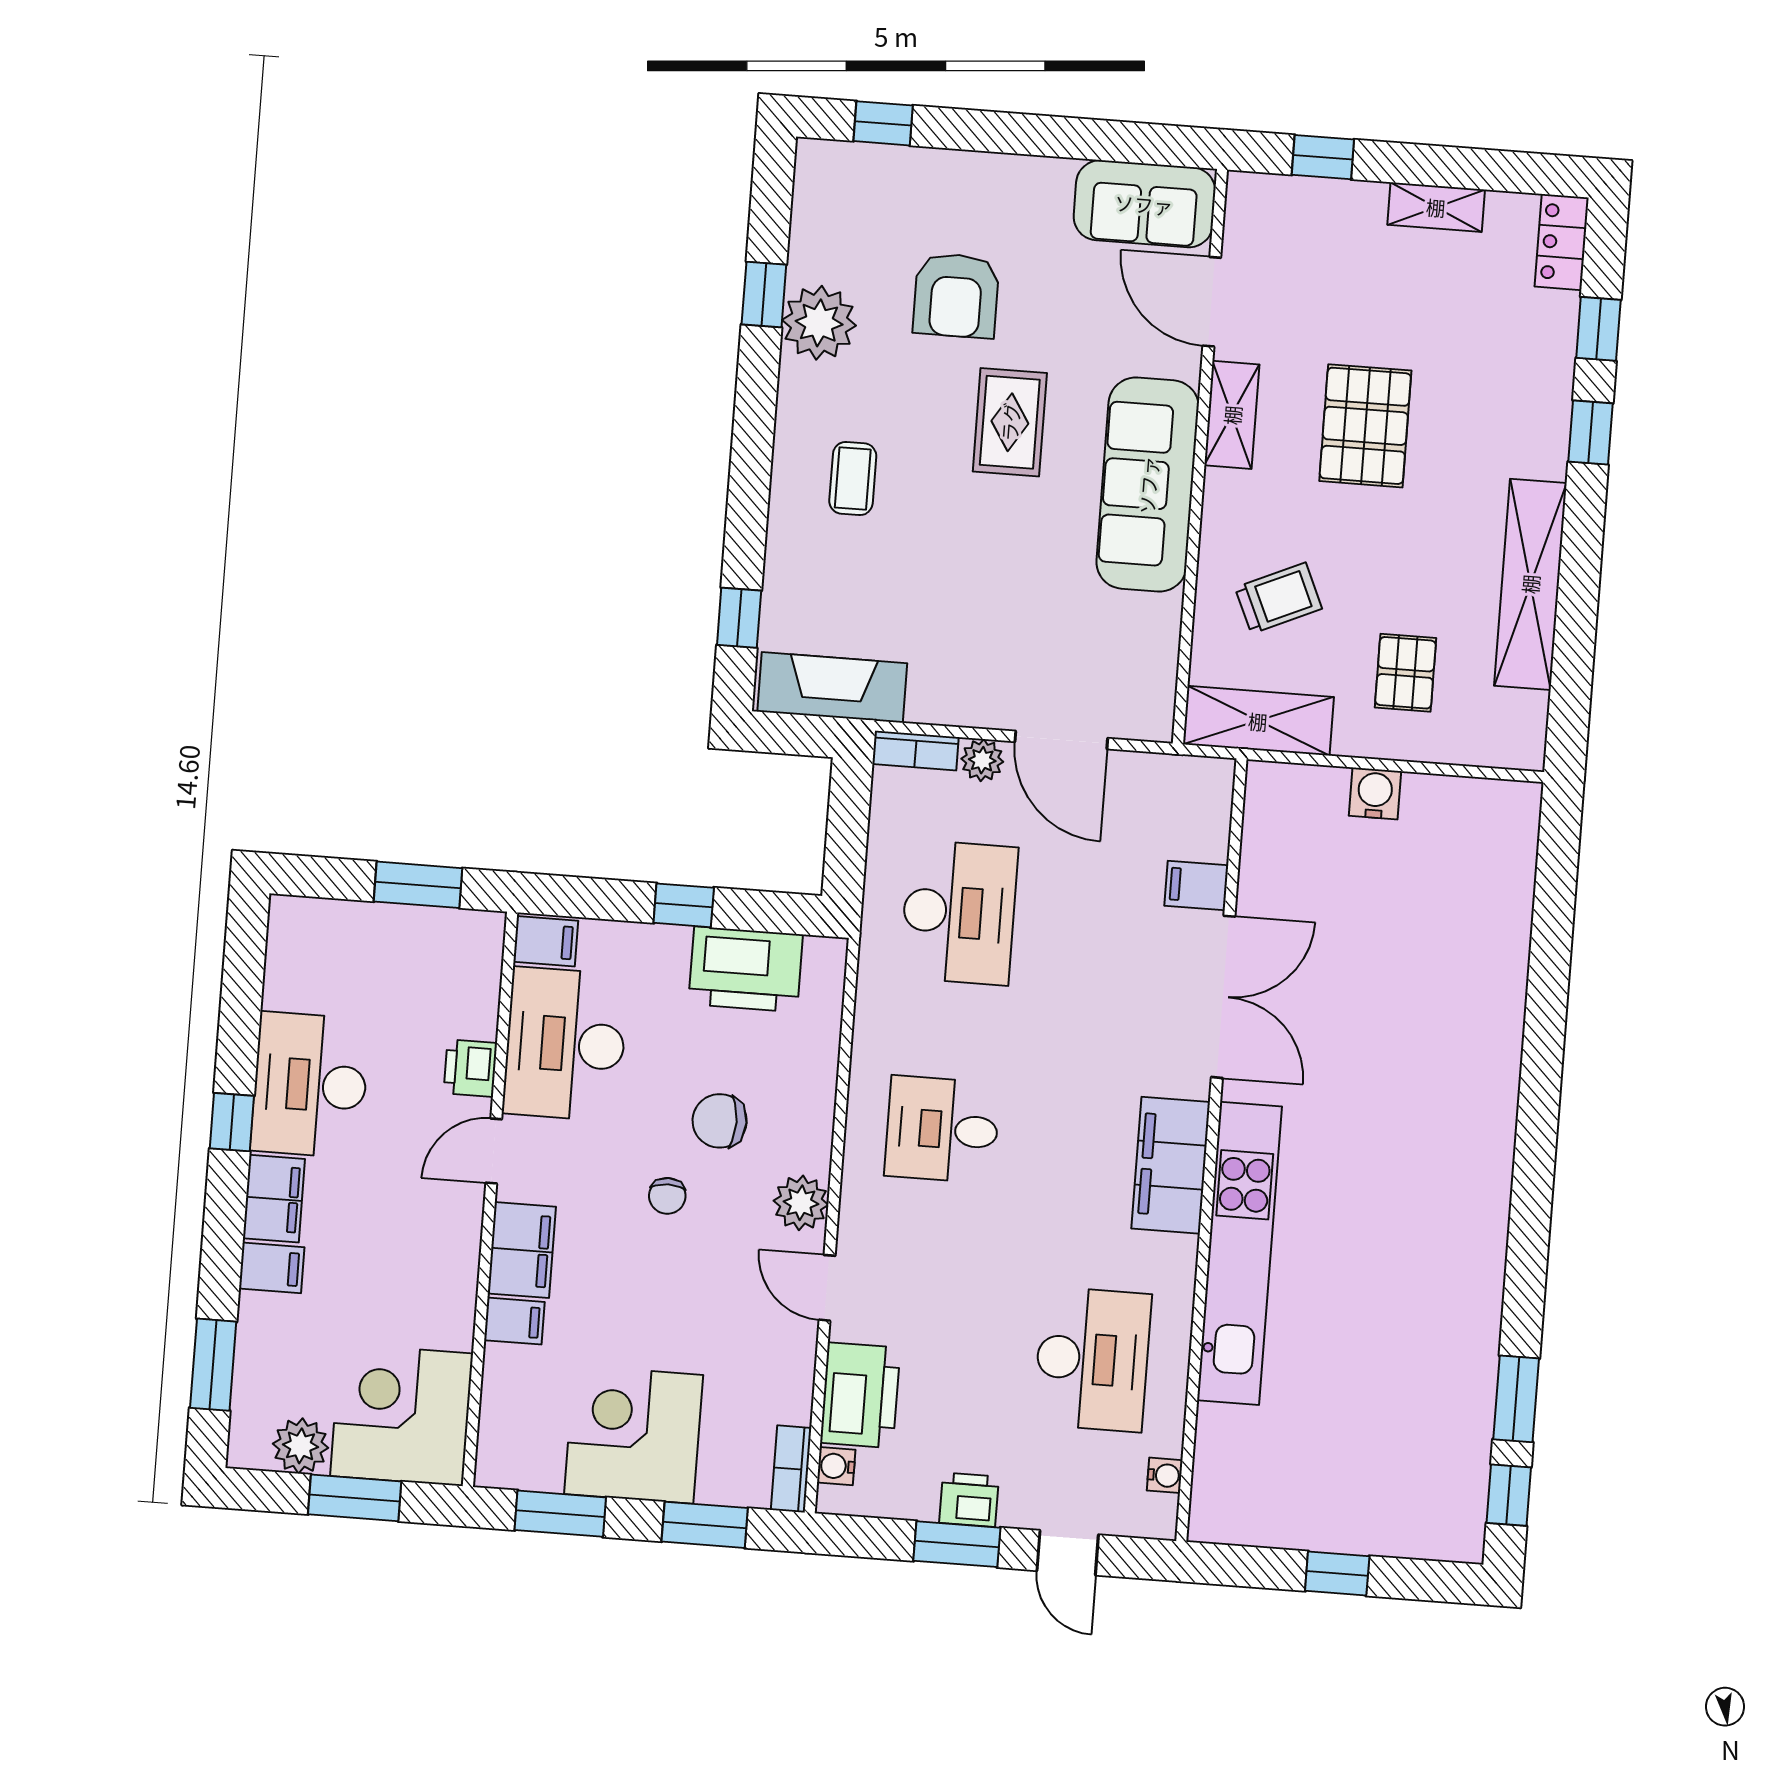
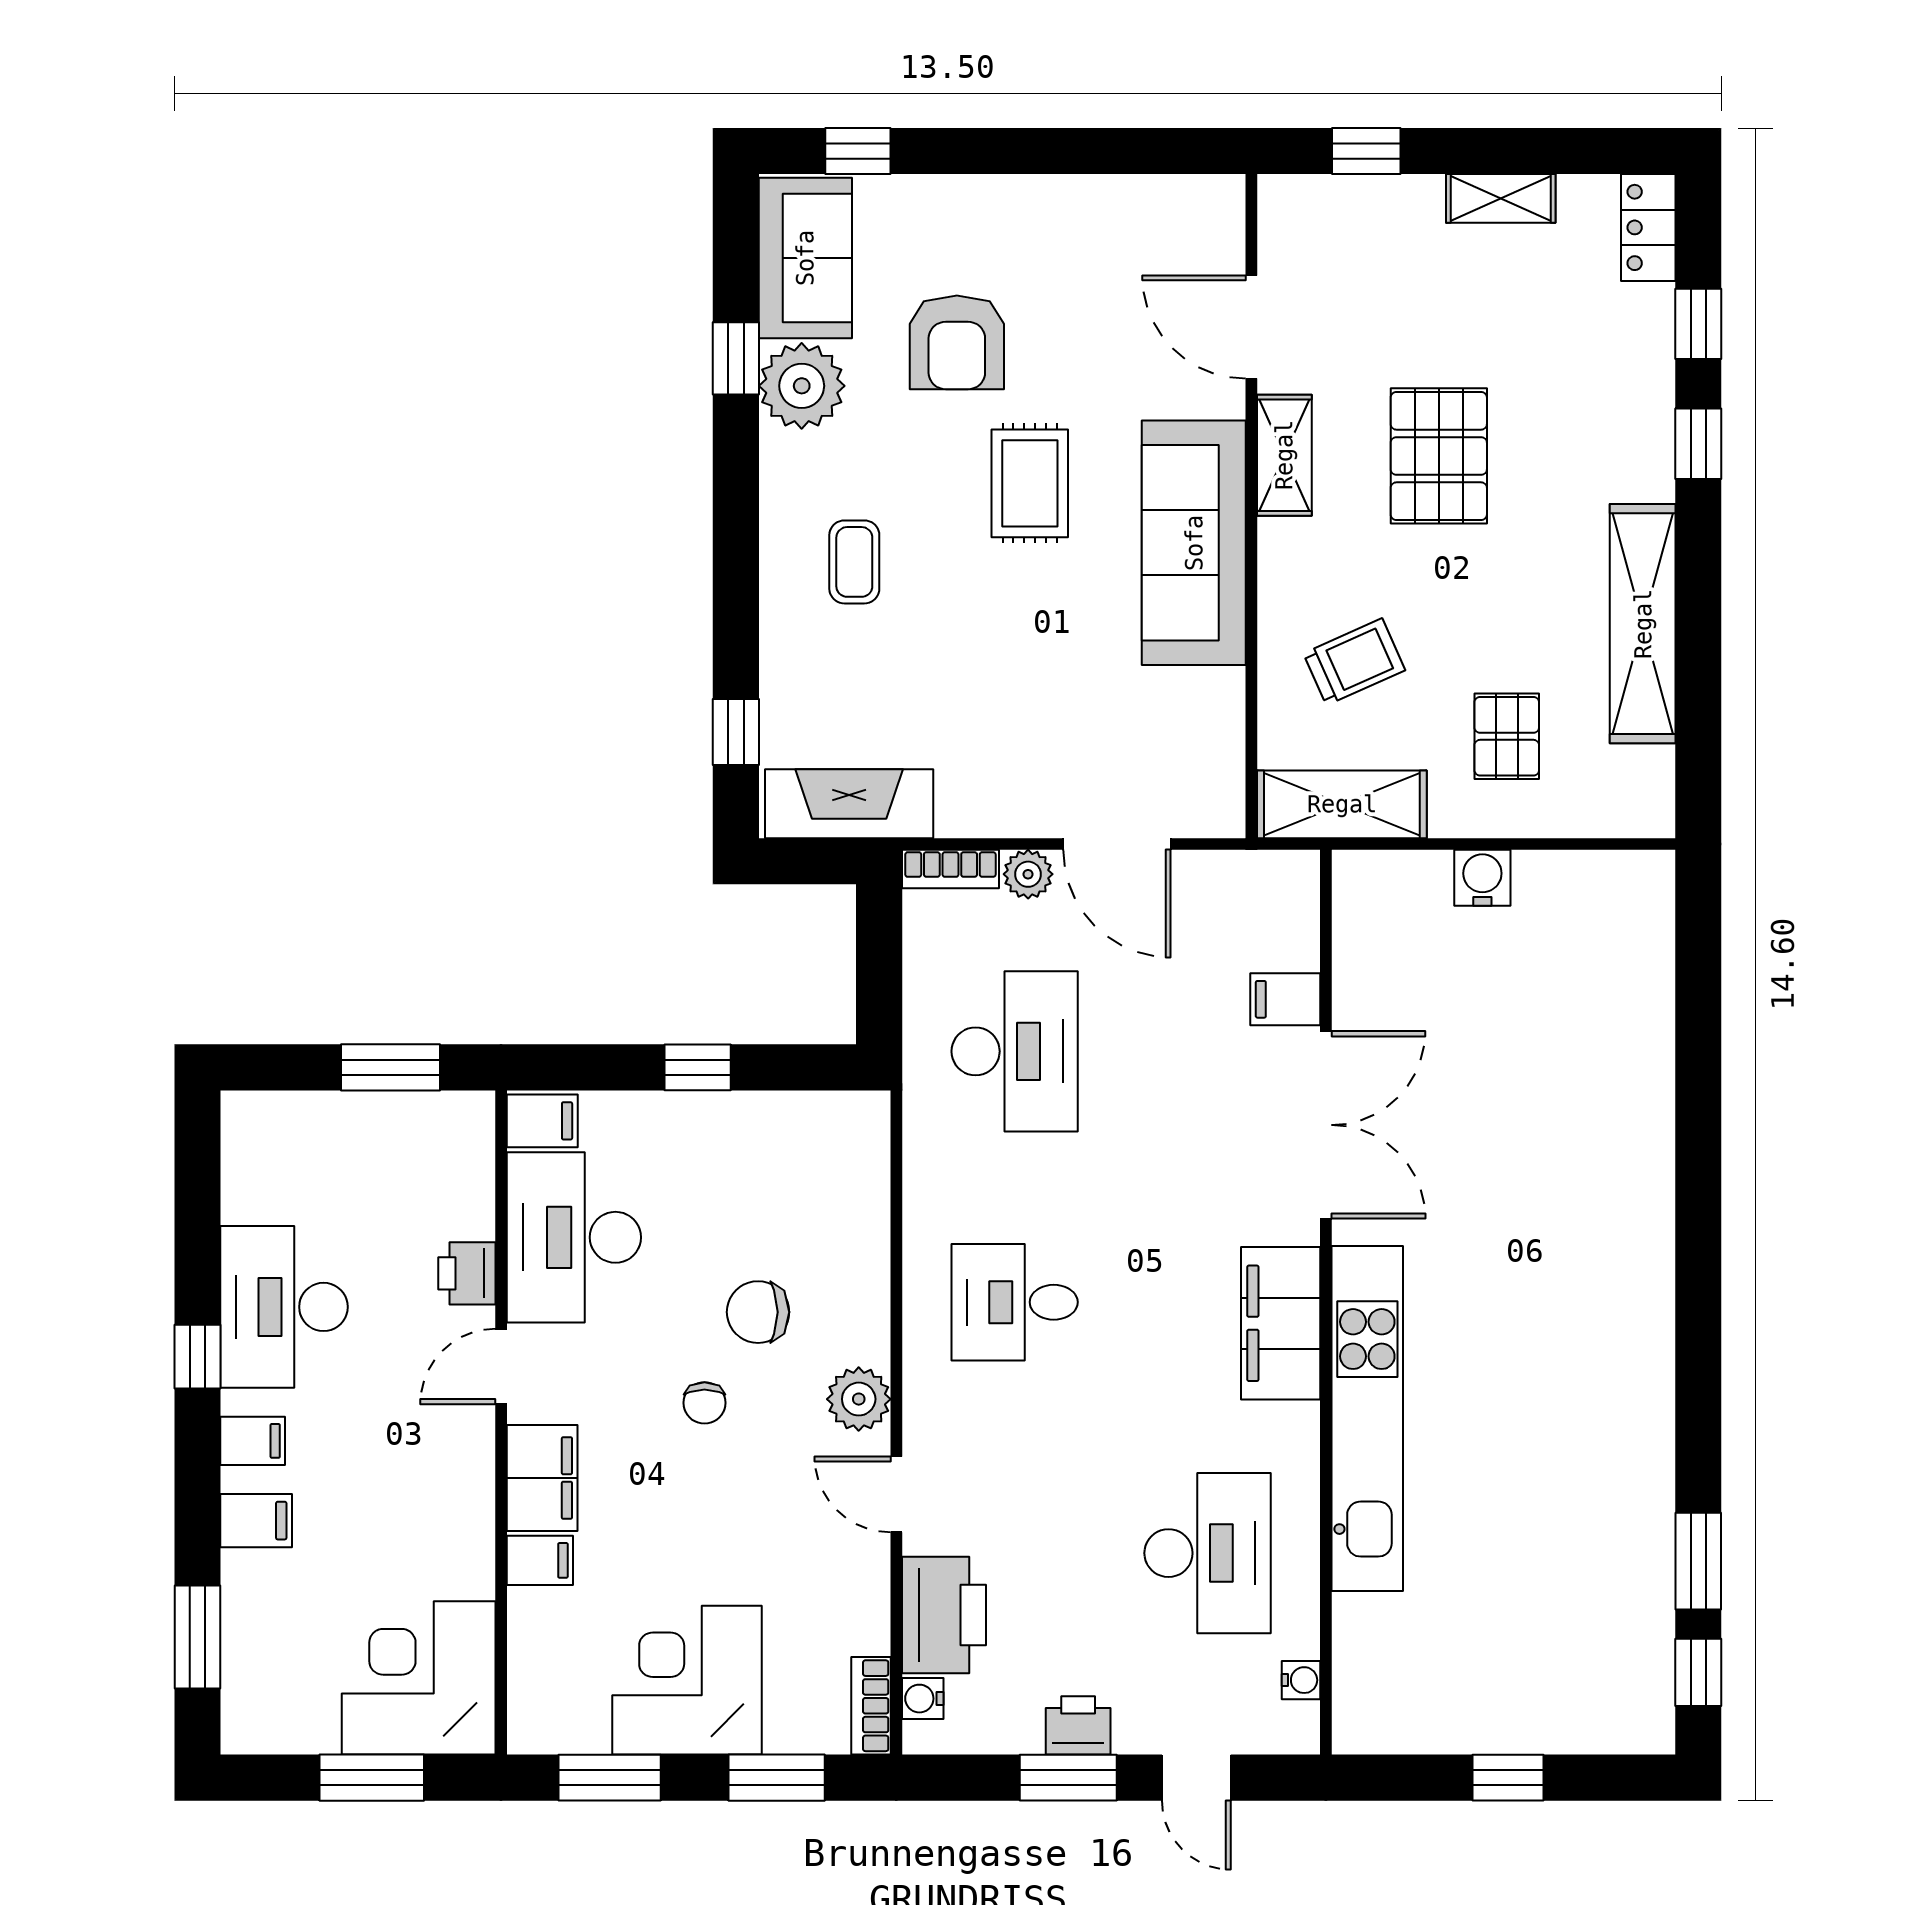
sofa: (1144, 204) -> (805, 258), moved, turned -90
printer: (746, 969) -> (775, 1135), removed
filing cabinet: (274, 1199) -> (253, 1441), width x0.50
plant: (301, 1446) -> (305, 1723), removed

